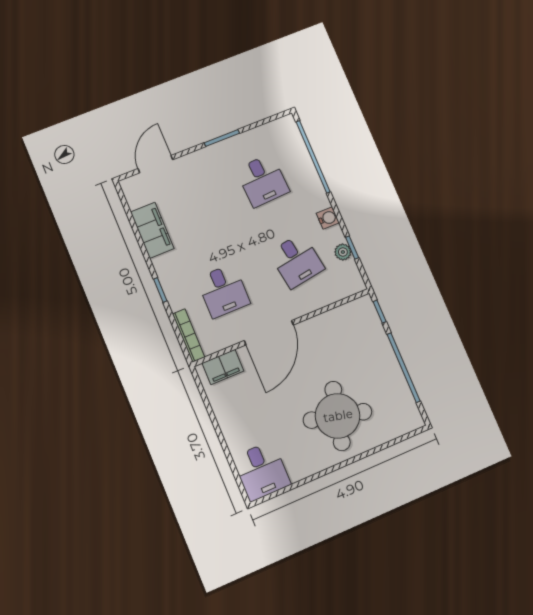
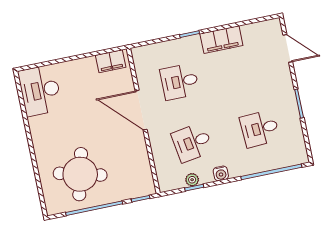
filing cabinet: (152, 230) -> (221, 40), moved
bookcase: (189, 336) -> (151, 49), removed
filing cabinet: (223, 367) -> (111, 61), moved, turned -90
round table: (338, 416) -> (80, 174), moved
desk: (262, 471) -> (40, 90), width x1.37

